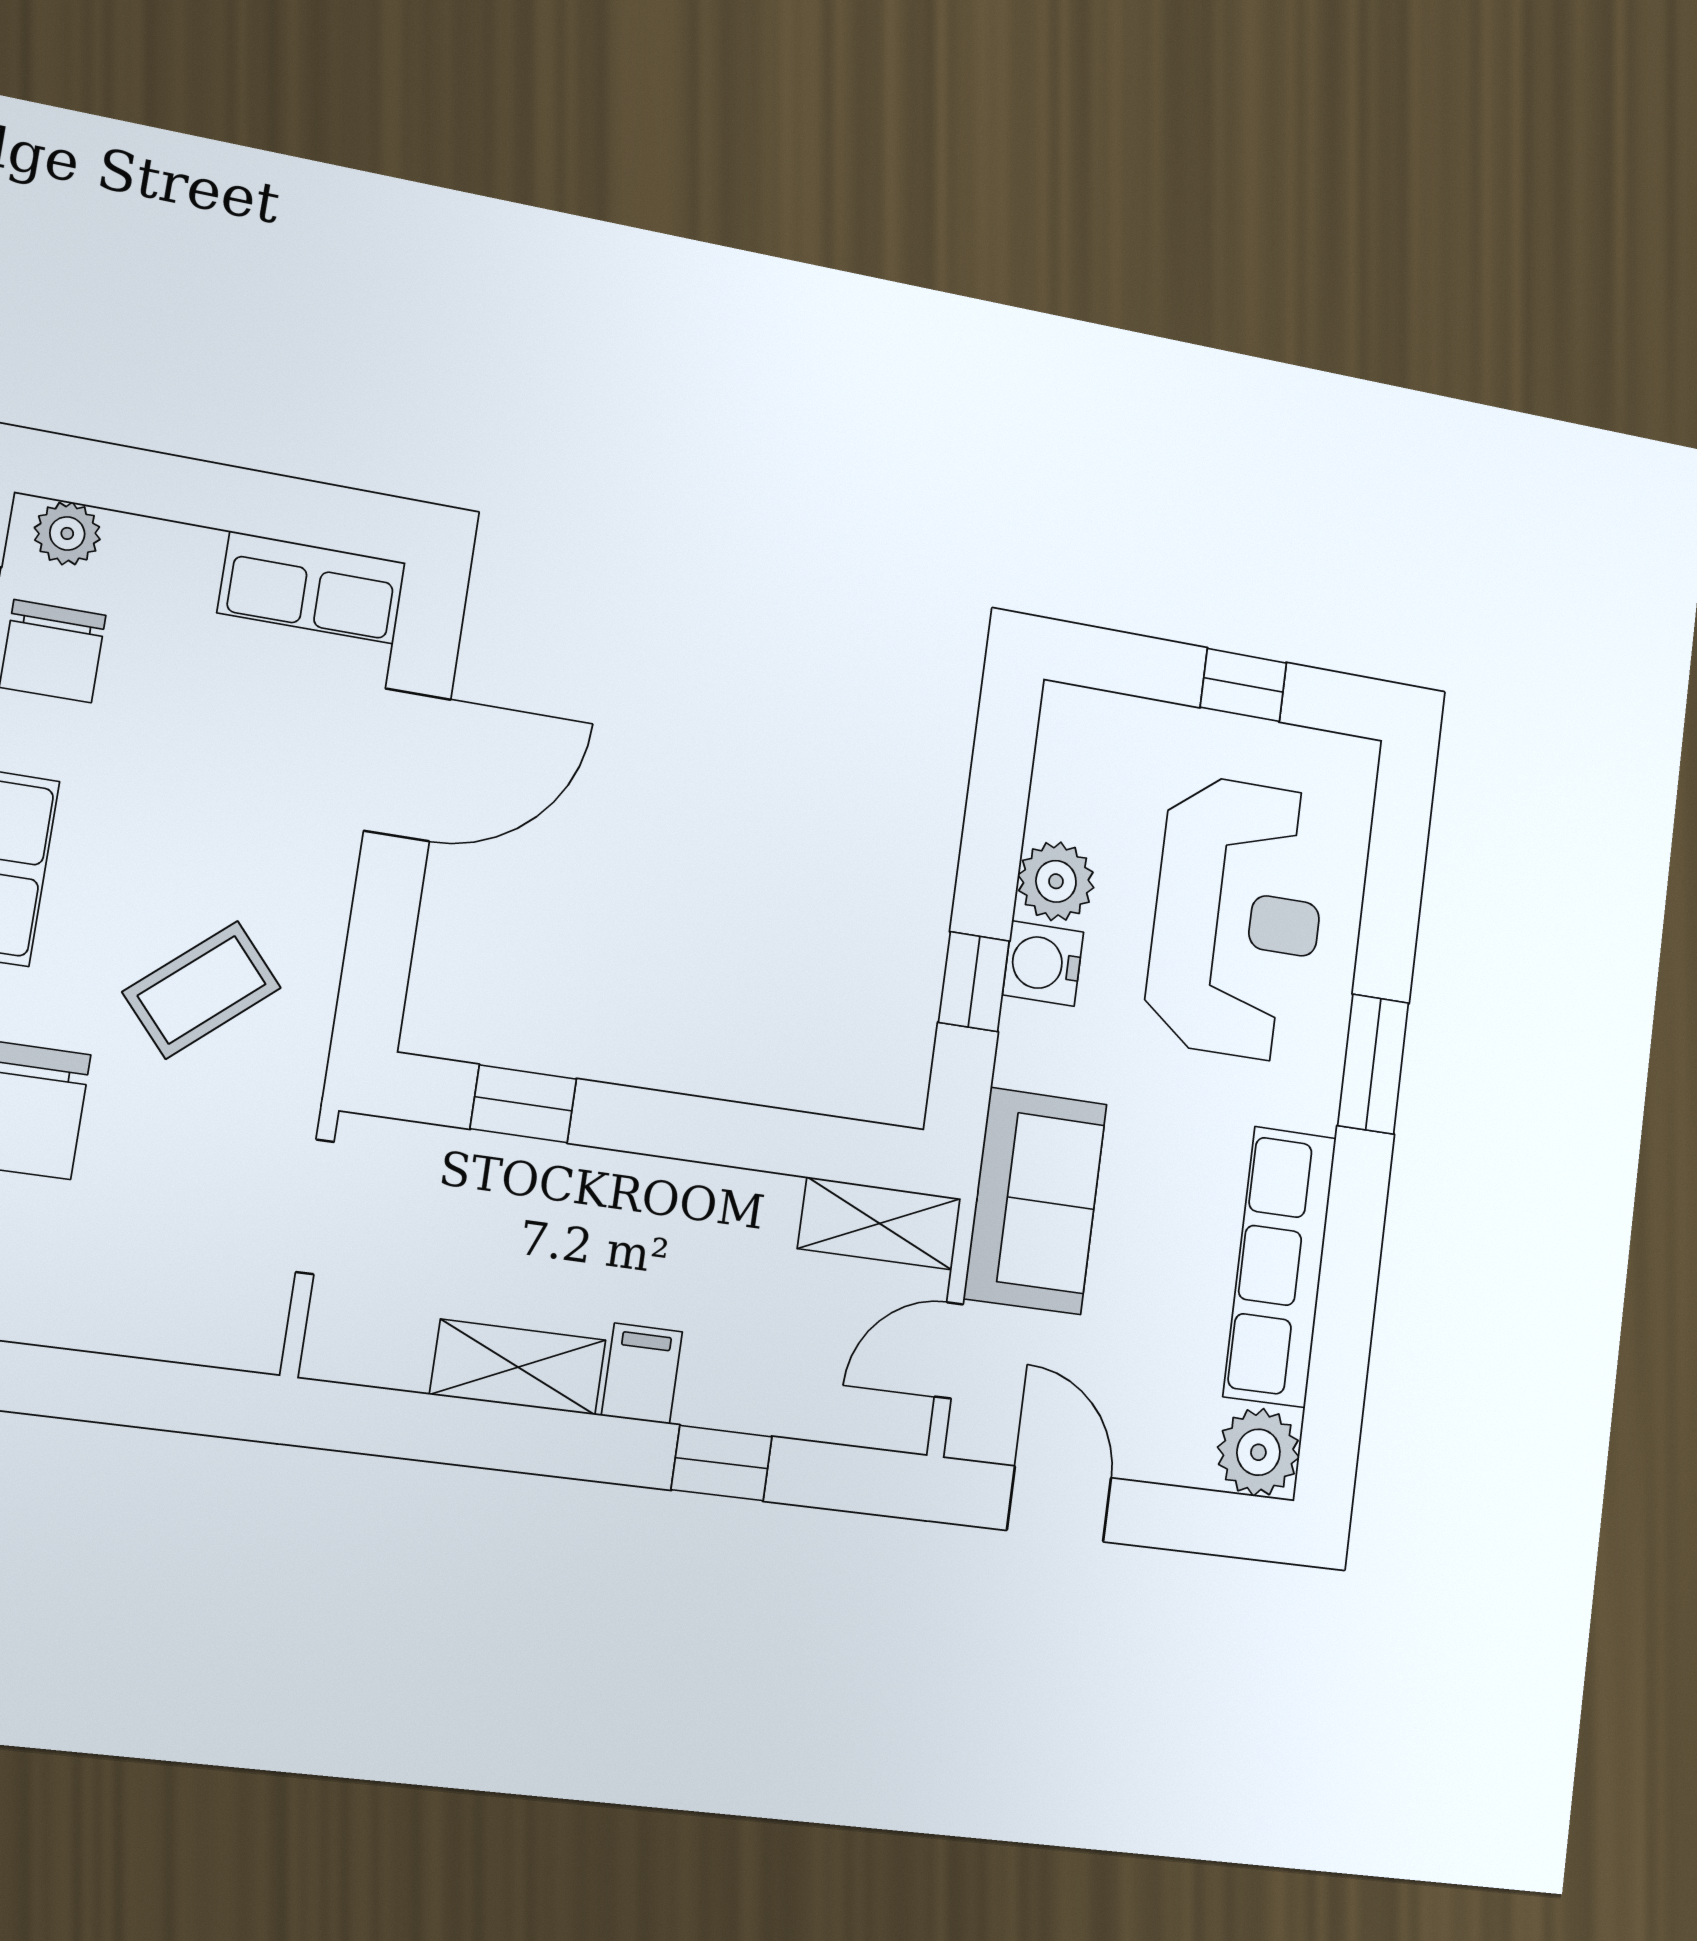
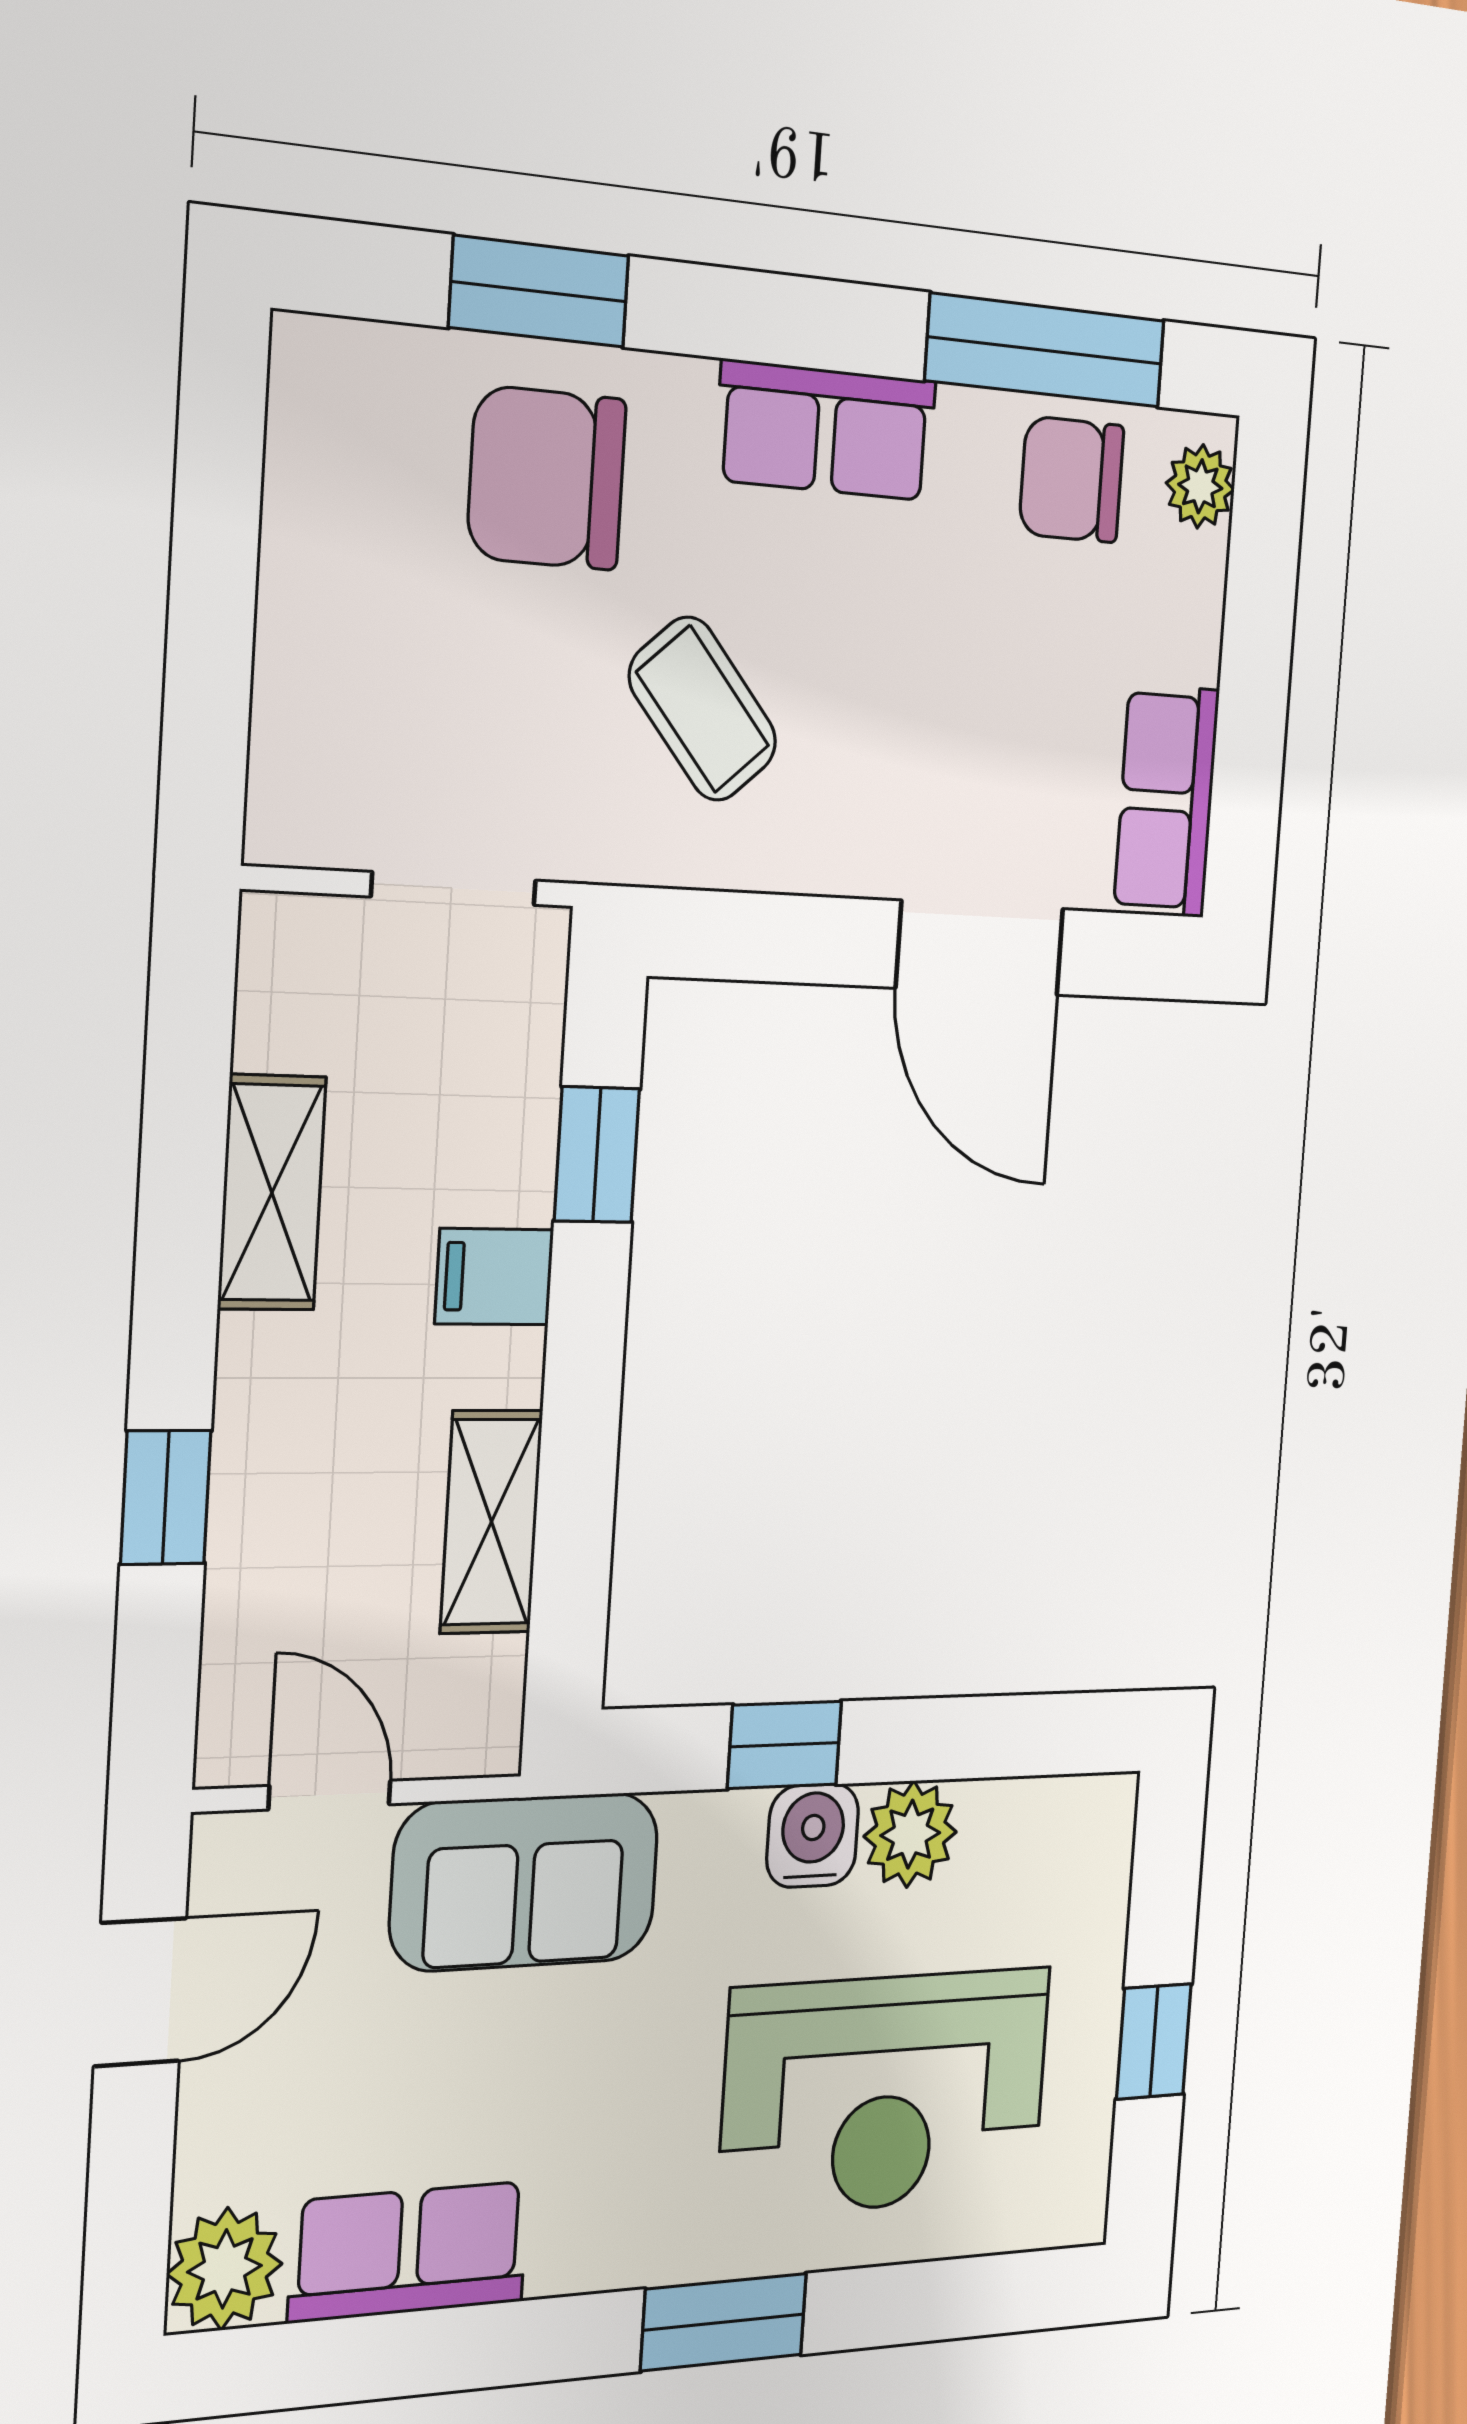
shelving: (880, 1223) -> (491, 1522), moved
row of seats: (1280, 1267) -> (409, 2252), width x0.68
filing cabinet: (642, 1374) -> (494, 1277), moved, turned 180

